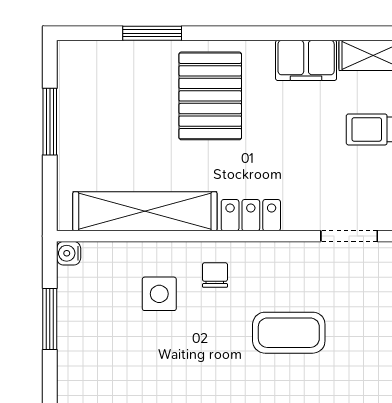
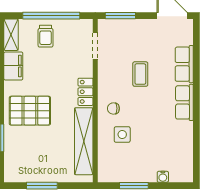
water cooler: (69, 253) -> (163, 177), moved
coffee table: (289, 333) -> (140, 74), width x0.73, depth x0.77

